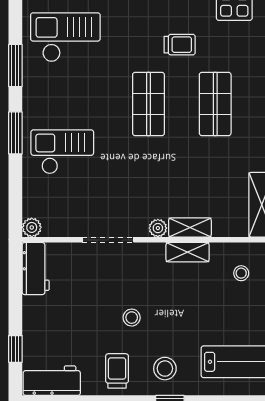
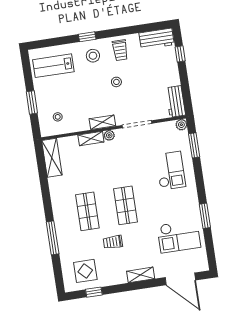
window: (15, 133) -> (194, 145), moved
checkout: (62, 152) -> (171, 171), turned -90
shelving: (188, 252) -> (102, 122), moved

